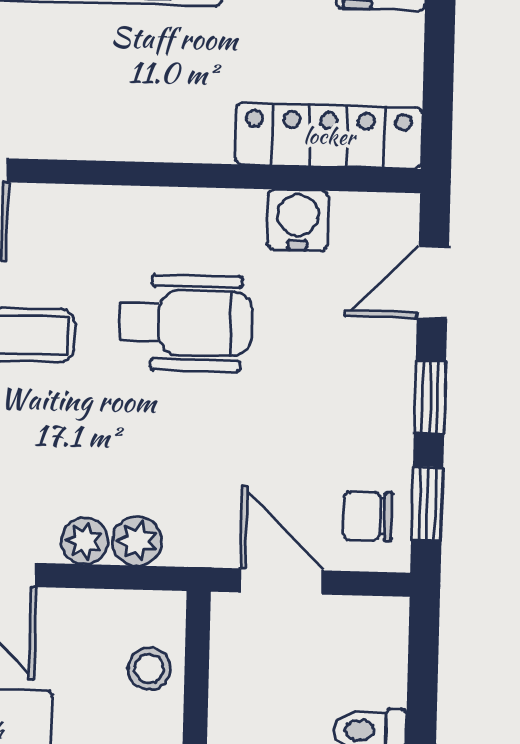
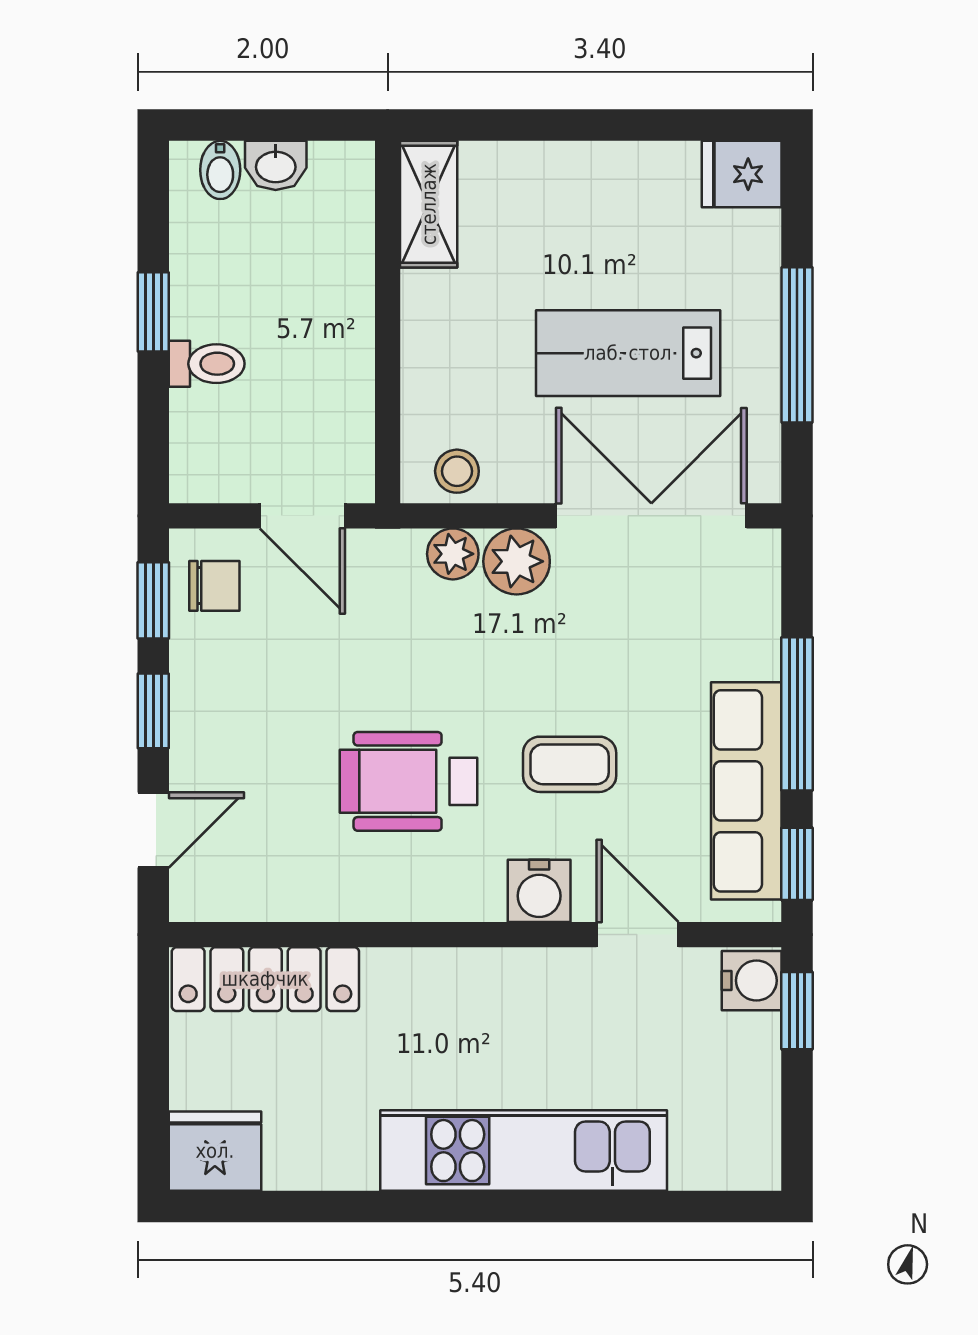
water cooler: (298, 220) -> (539, 891), moved
plant: (84, 541) -> (517, 561), width x1.38, depth x1.38
stool: (149, 669) -> (457, 471), moved

